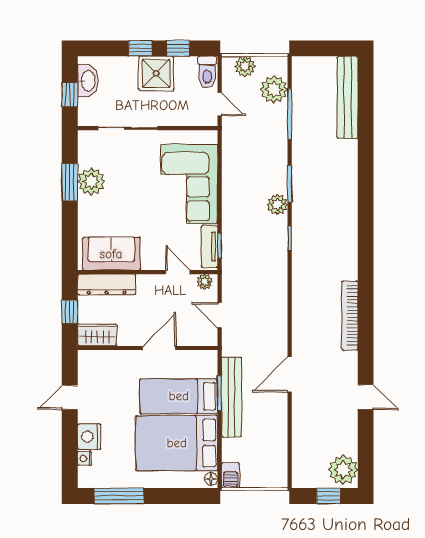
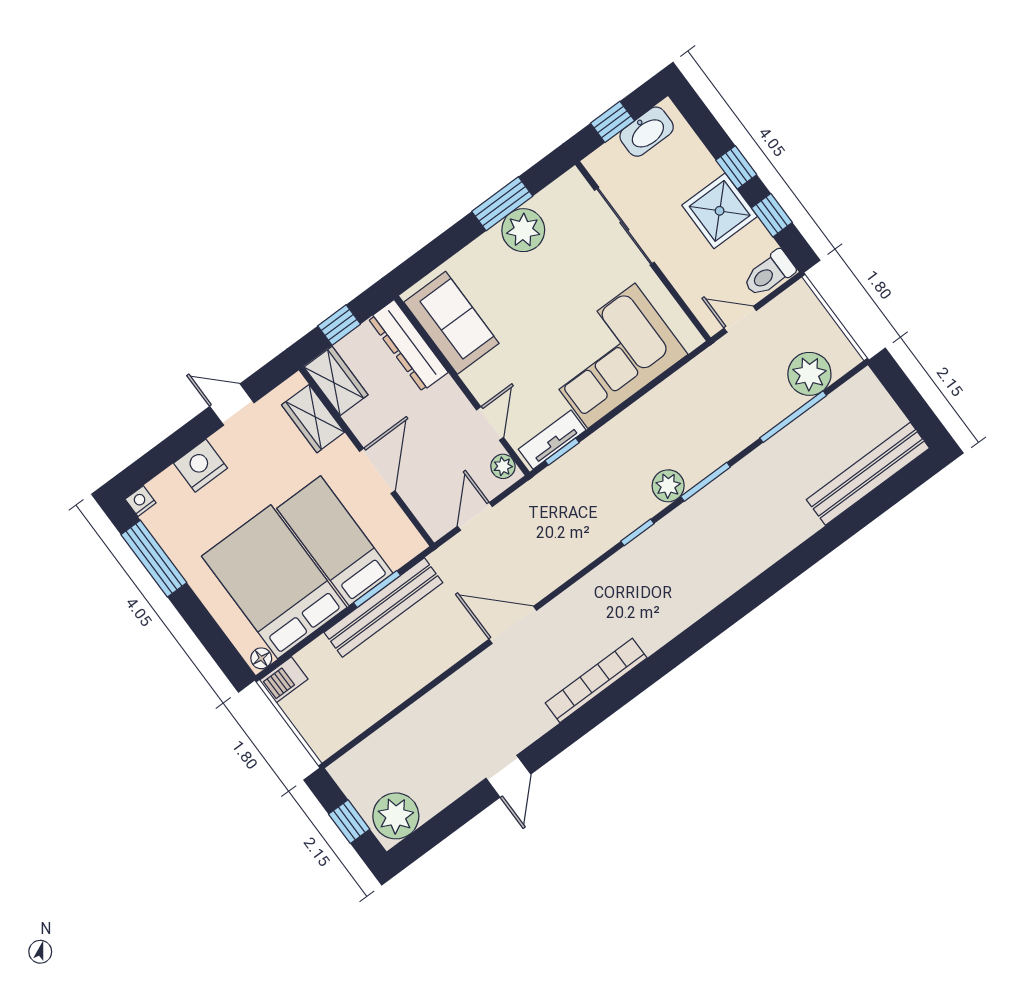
plant: (245, 66) -> (812, 316), removed
door: (220, 104) -> (740, 319), swing flipped
door: (159, 348) -> (377, 471), hinge flipped
wardrobe: (108, 361) -> (313, 419), added
door: (290, 374) -> (513, 625), moved
nightstand: (84, 458) -> (141, 501), moved

